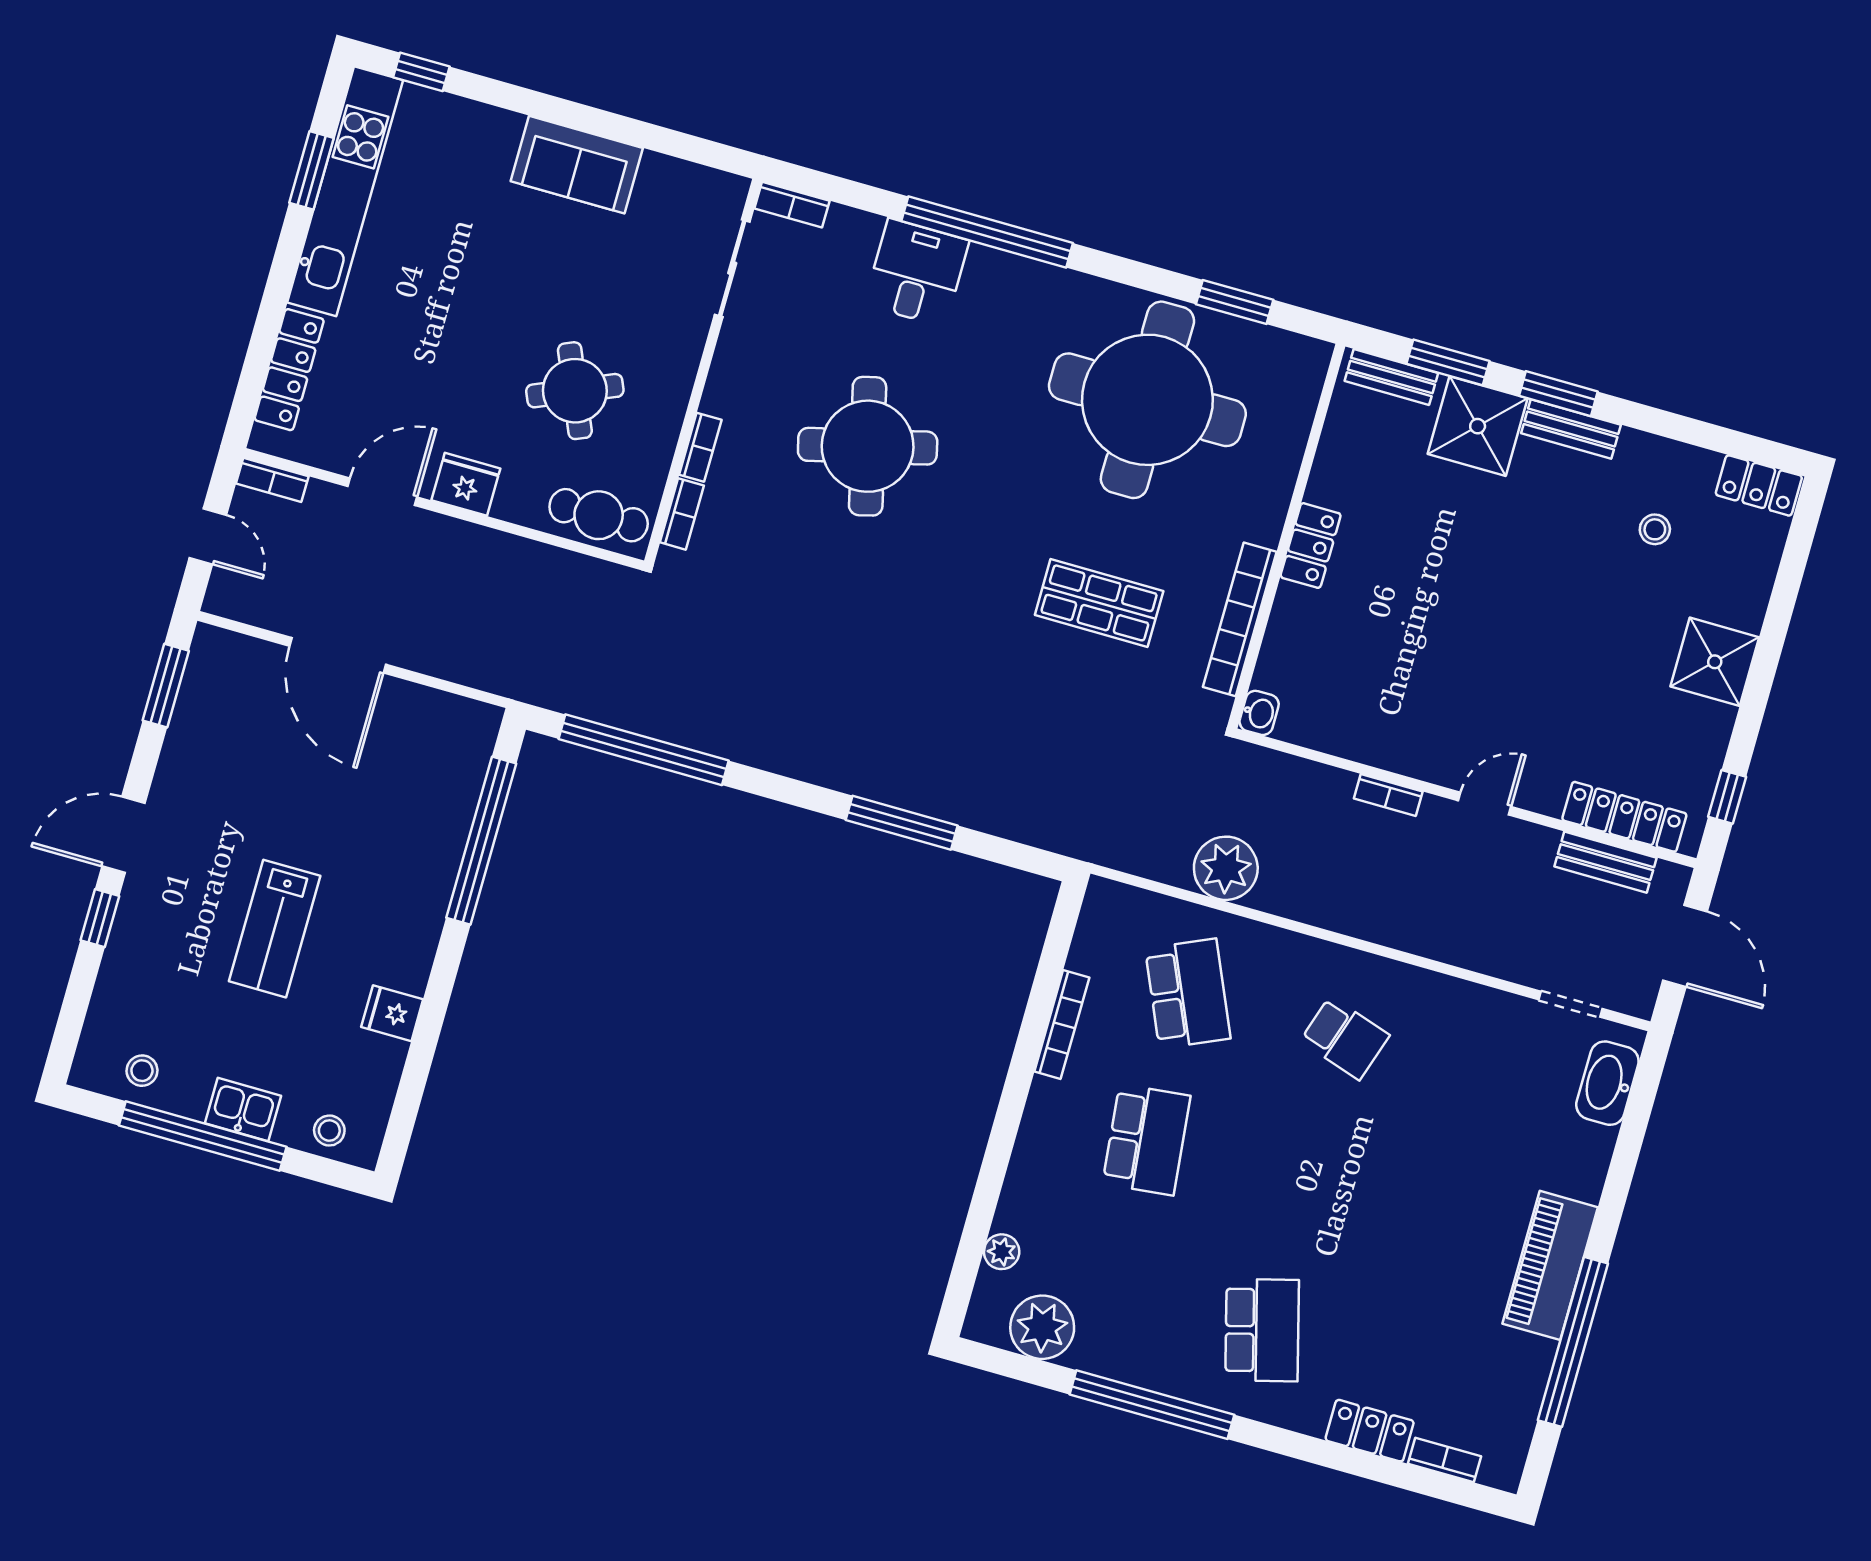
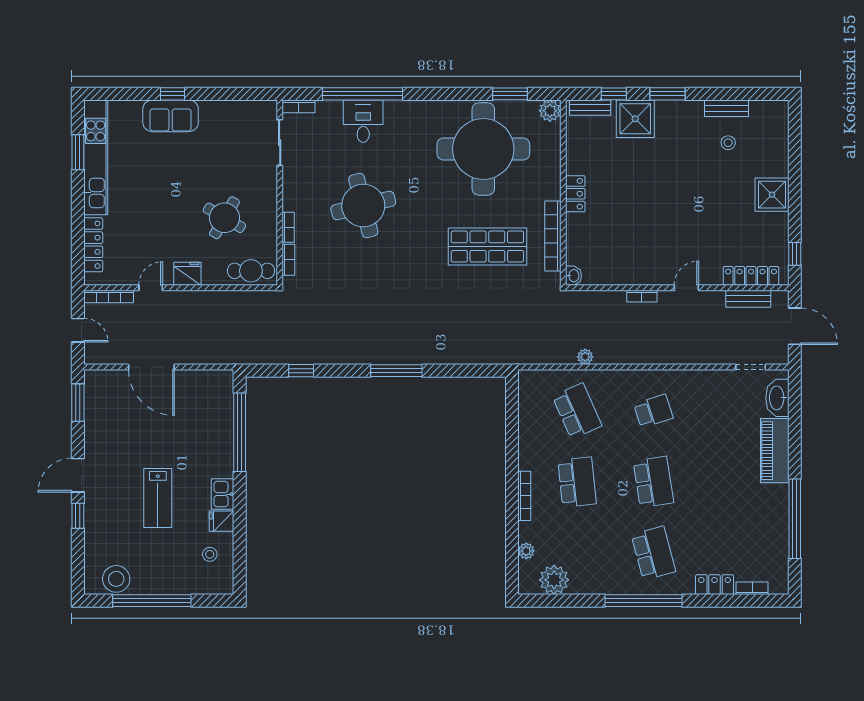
window: (421, 72) -> (172, 94), moved
sofa: (577, 165) -> (171, 116), moved
window: (987, 232) -> (363, 94), moved
plant: (1307, 360) -> (550, 111), added
window: (1448, 362) -> (614, 94), width x0.67
round table: (575, 391) -> (224, 218), turned -37
bench: (1571, 429) -> (726, 108), moved
bookcase: (272, 480) -> (109, 296), width x1.56
locker: (1759, 485) -> (769, 110), removed
door: (382, 492) -> (151, 288), width x0.73
shop shelf: (1099, 603) -> (487, 247), width x1.43, depth x1.36
window: (644, 750) -> (301, 371), width x0.32
window: (902, 823) -> (396, 371), moved
plant: (1226, 868) -> (585, 357), width x0.53, depth x0.53
bookcase: (1062, 1024) -> (524, 496), moved
school desk: (1345, 1038) -> (653, 411), turned -36
stool: (142, 1071) -> (116, 579), width x1.89, depth x1.89
kitchen sink: (243, 1109) -> (223, 494), moved, turned -90
stool: (329, 1131) -> (210, 554), moved
school desk: (1303, 1184) -> (653, 482), added
piano: (1550, 1265) -> (775, 451), moved
window: (1152, 1405) -> (643, 601), moved

